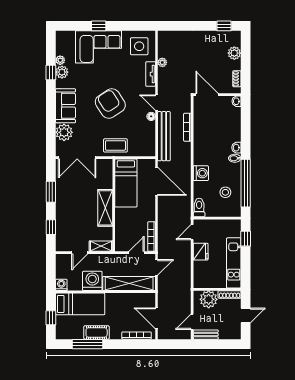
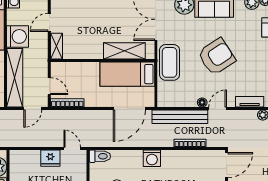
coffee table: (115, 145) -> (170, 62), width x1.36, depth x1.32
washing machine: (201, 173) -> (152, 158), moved
shelving: (105, 208) -> (124, 51), moved
door: (80, 253) -> (49, 22), hinge flipped
door: (157, 267) -> (33, 109), hinge flipped

